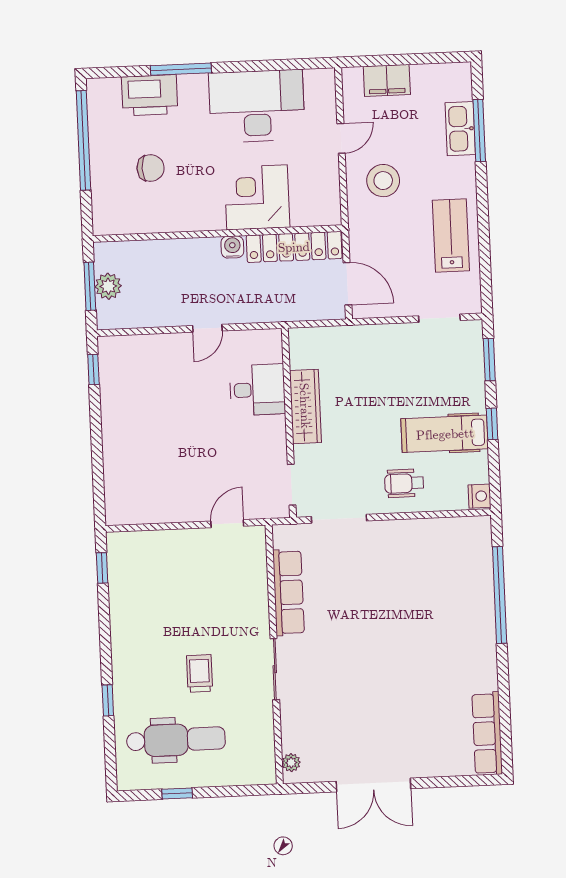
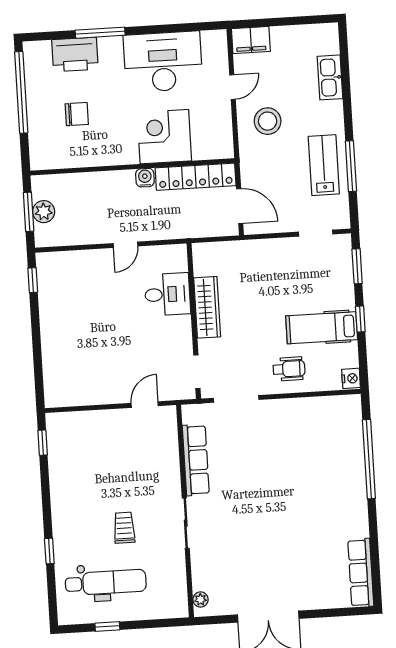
filing cabinet: (387, 80) -> (251, 40), moved
window: (479, 131) -> (351, 166), moved
wheelchair: (404, 483) -> (289, 369), turned 180

